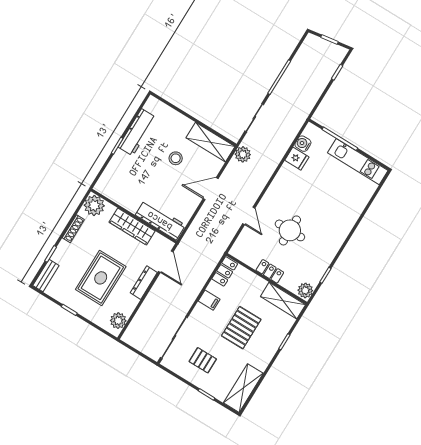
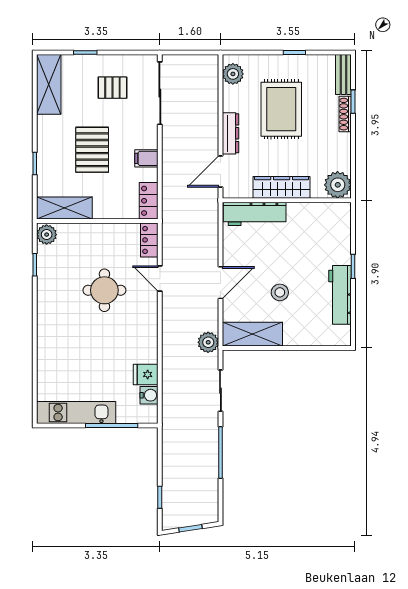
shoe rack: (73, 229) -> (345, 114), moved
door: (166, 262) -> (220, 171), hinge flipped
locker: (270, 271) -> (149, 240), moved, turned 90

